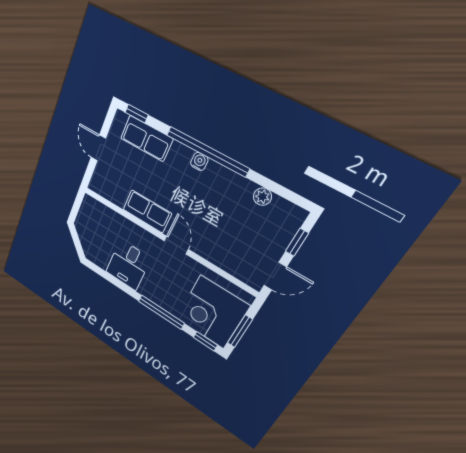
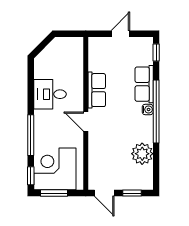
row of seats: (146, 138) -> (144, 84), moved
plant: (262, 197) -> (142, 154), width x1.88, depth x1.88
door: (176, 245) -> (86, 122), swing flipped

